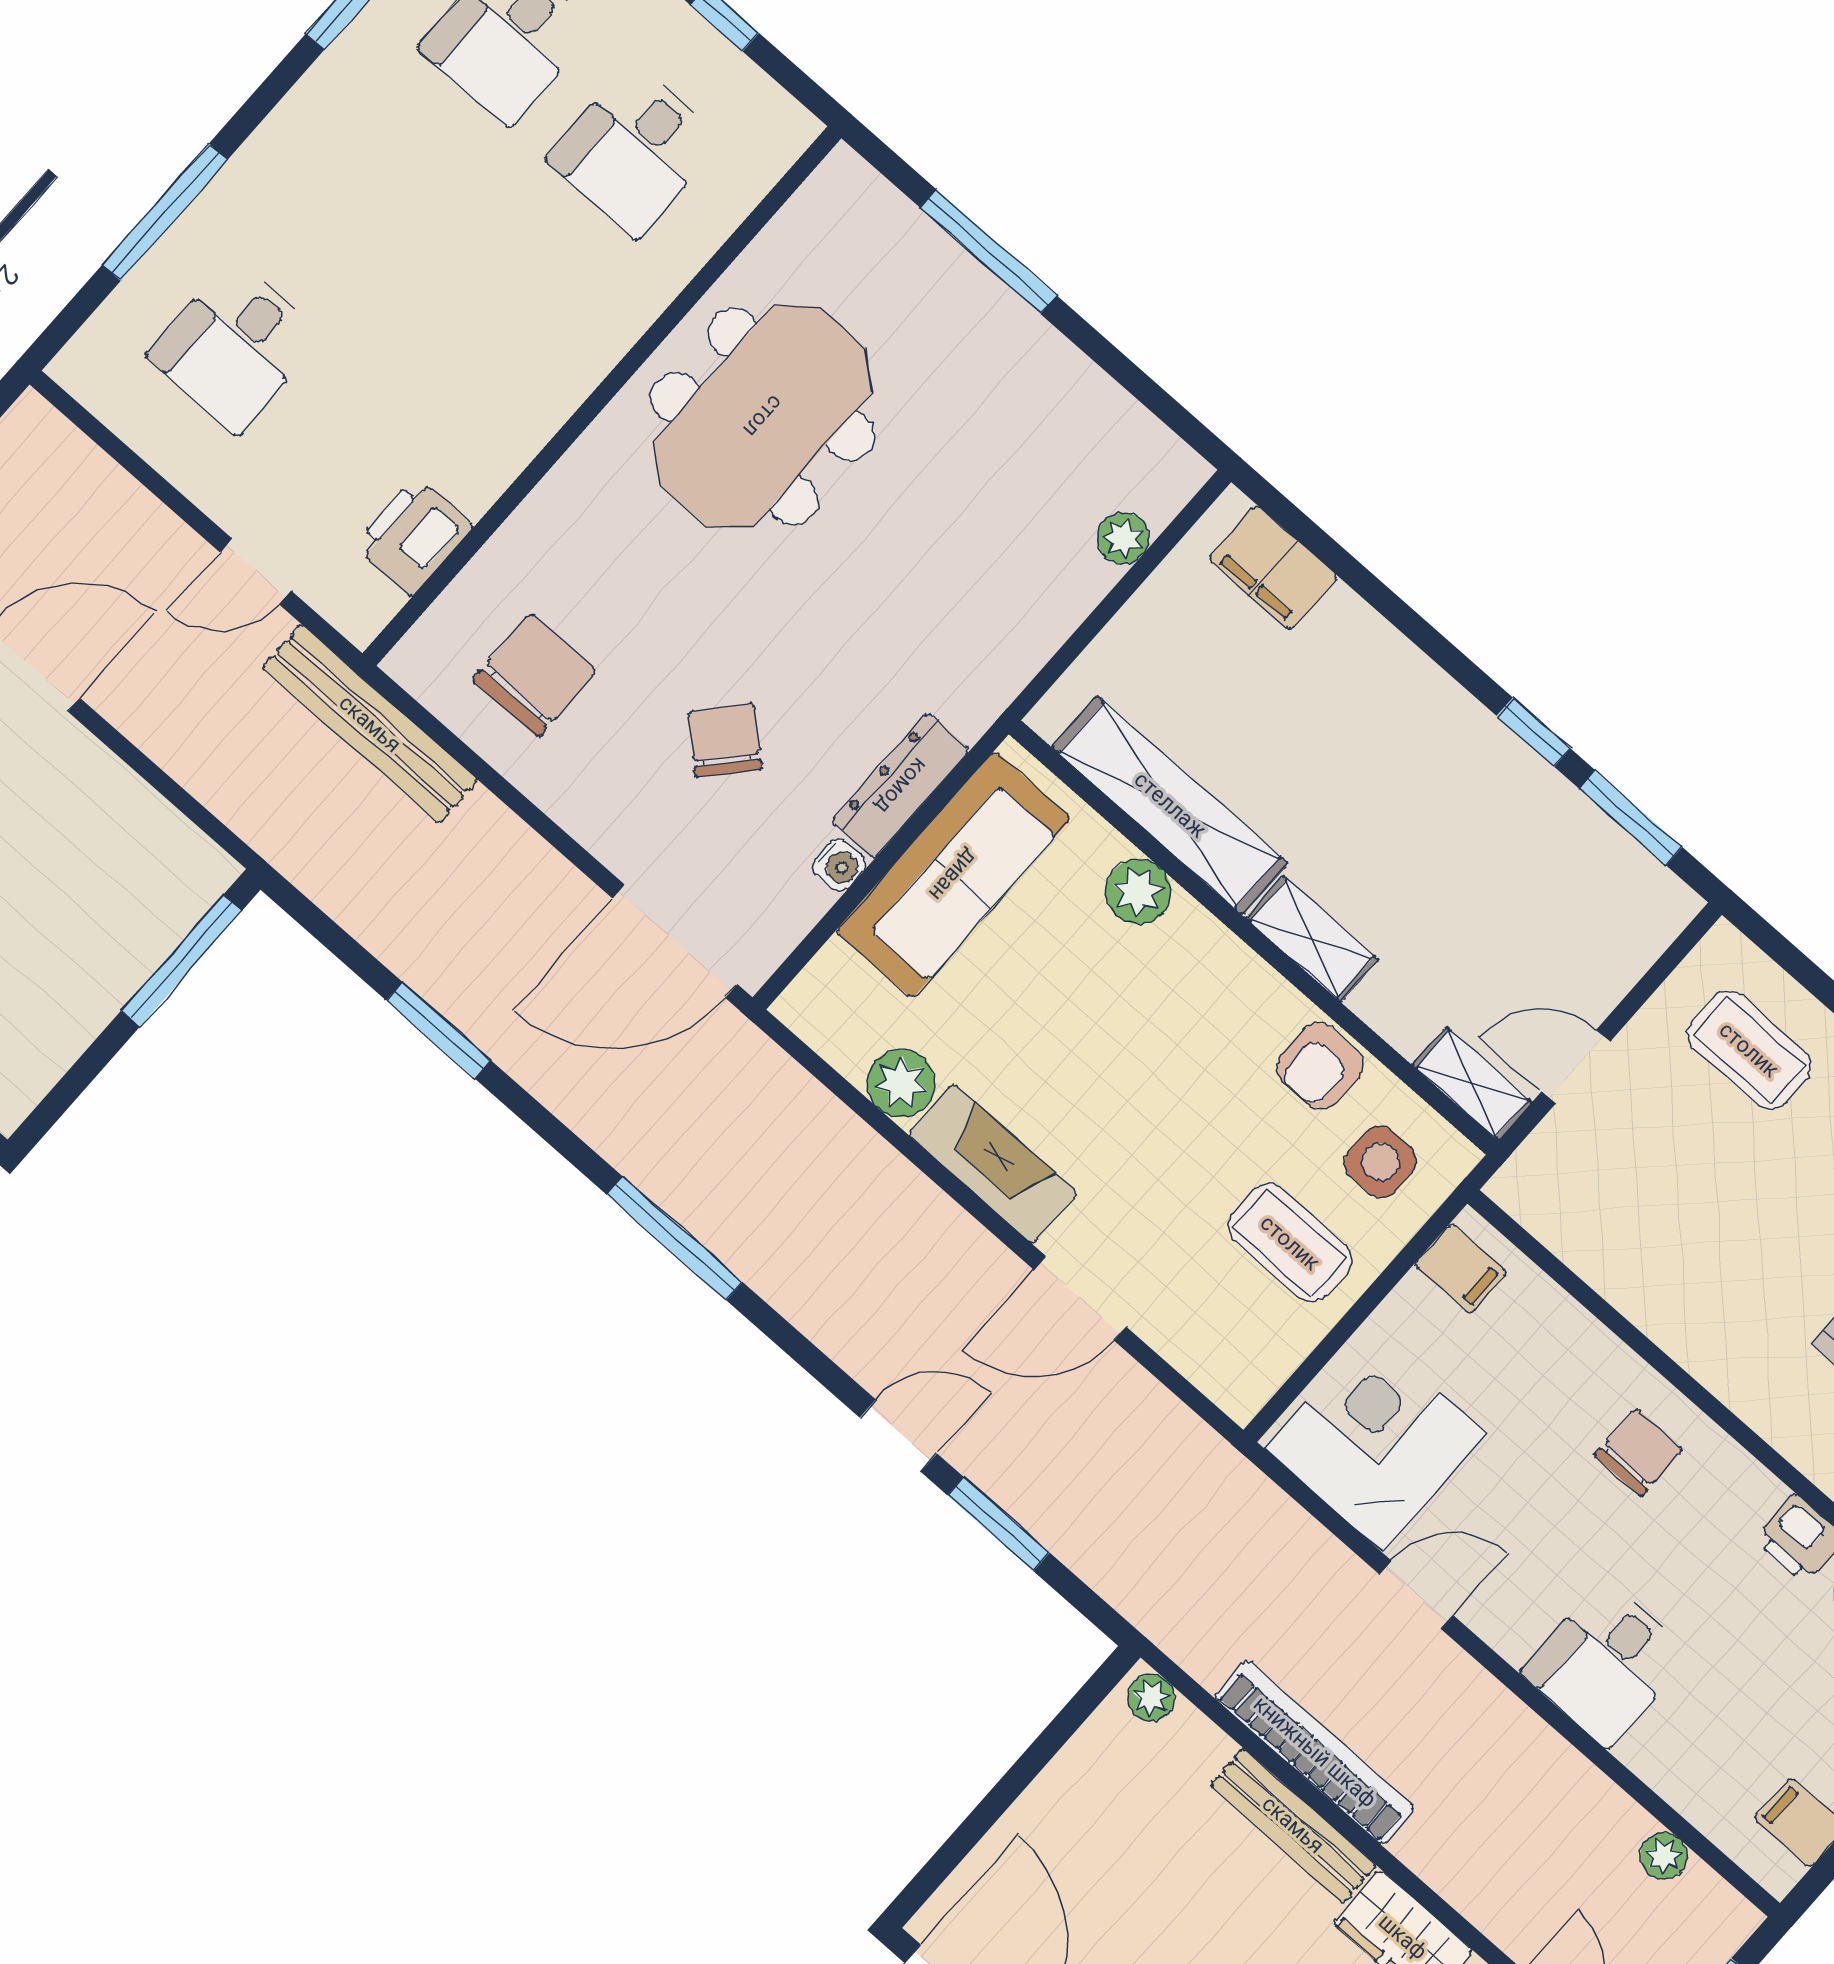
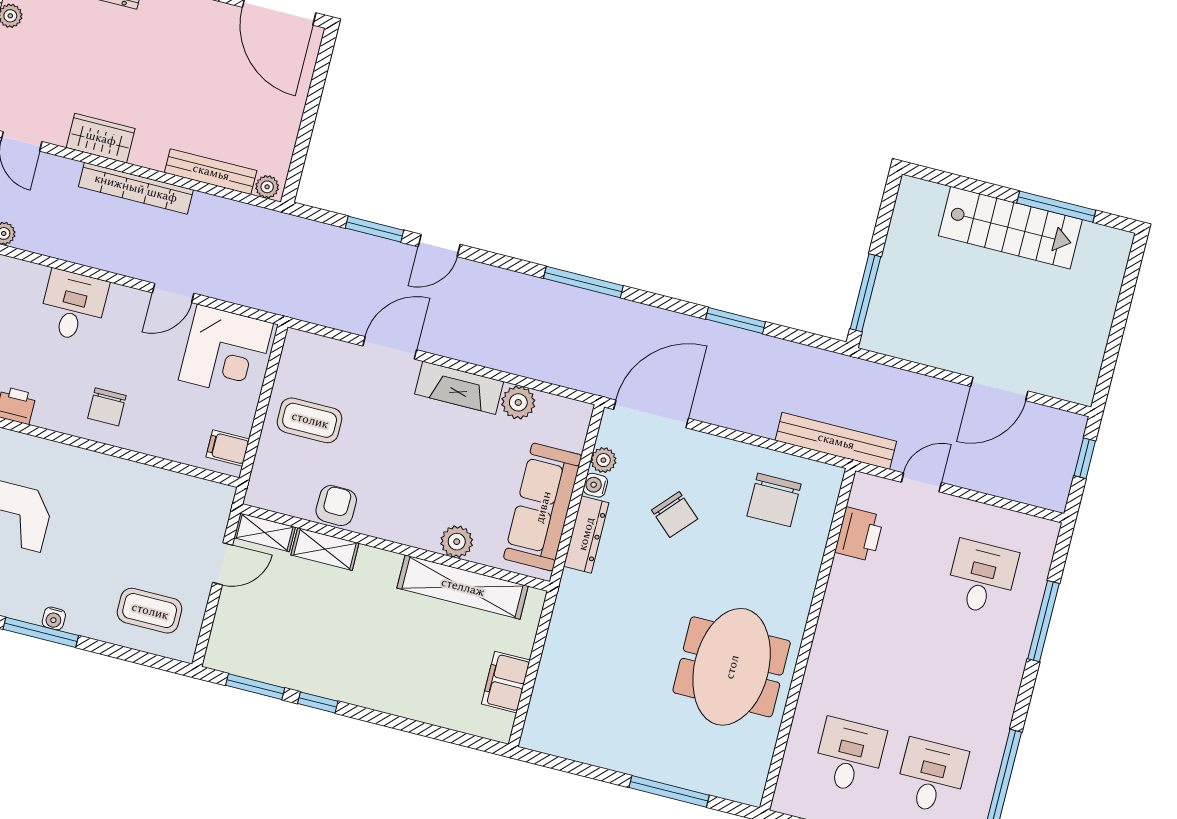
plant: (1123, 538) -> (603, 460), moved
filing cabinet: (1273, 568) -> (506, 682), moved, turned -90
shelving: (1312, 939) -> (325, 549), moved
side table: (1380, 1162) -> (288, 477), removed
bookcase: (1315, 1752) -> (136, 188), moved
bench: (1293, 1825) -> (211, 172), moved

